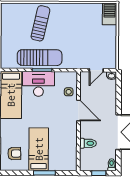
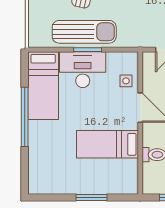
bed: (39, 149) -> (107, 144), moved, turned -90
armchair: (14, 154) -> (48, 170), removed

